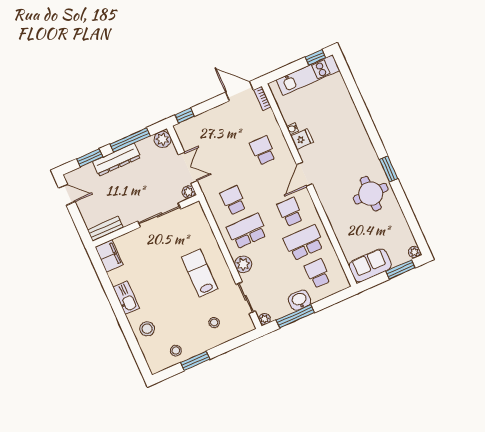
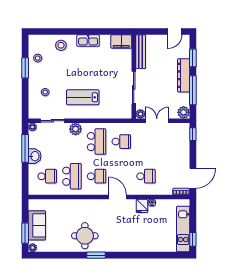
double door: (188, 168) -> (157, 121), swing flipped
bench: (105, 229) -> (141, 52), width x1.36
sofa: (370, 265) -> (37, 225), moved
lab bench: (200, 273) -> (83, 97), turned 180

